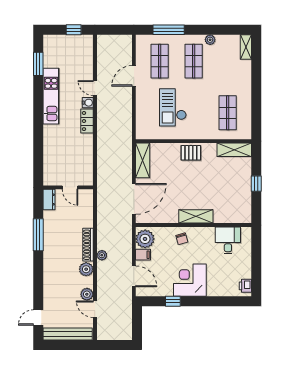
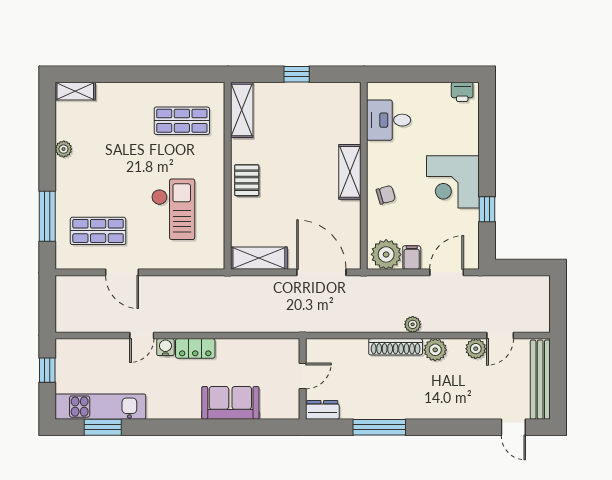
shop shelf: (194, 61) -> (98, 176), removed
kitchen unit: (51, 96) -> (100, 407), moved
checkout: (173, 107) -> (173, 209), turned -90
sofa: (53, 143) -> (230, 403), added

